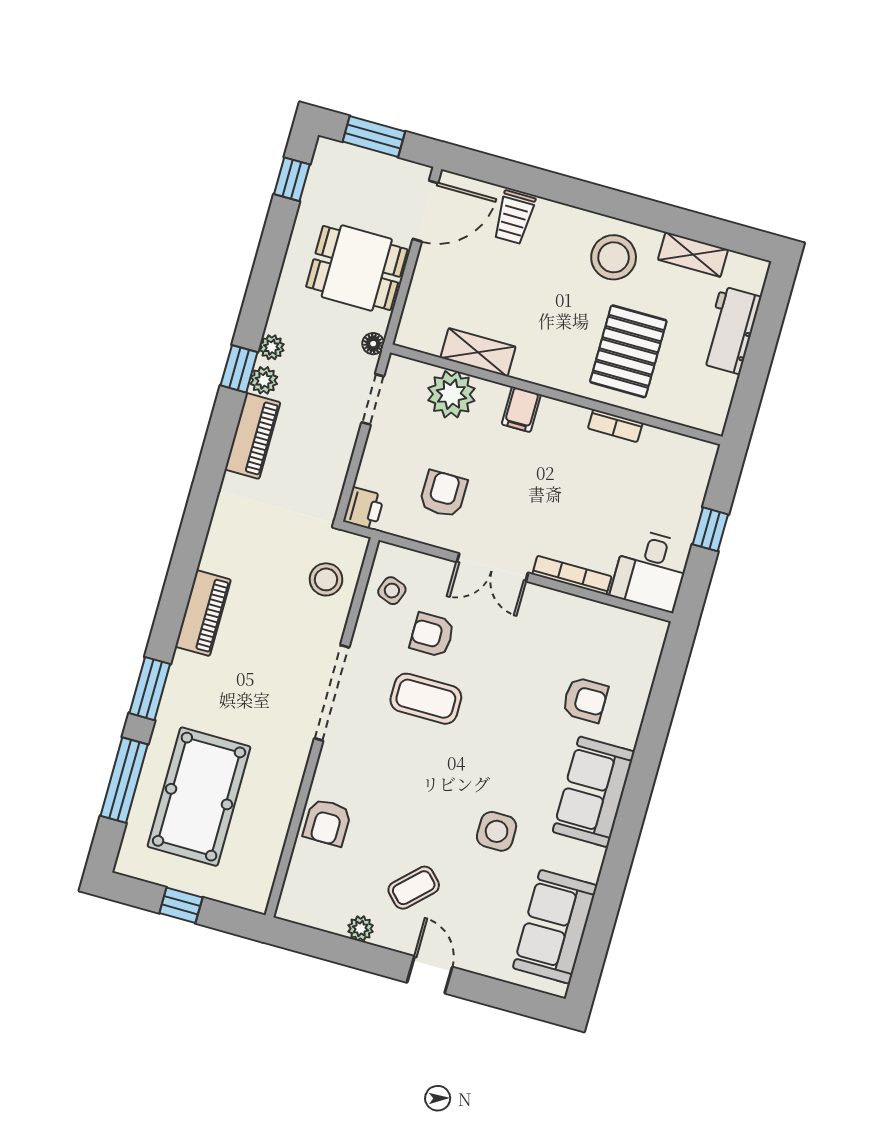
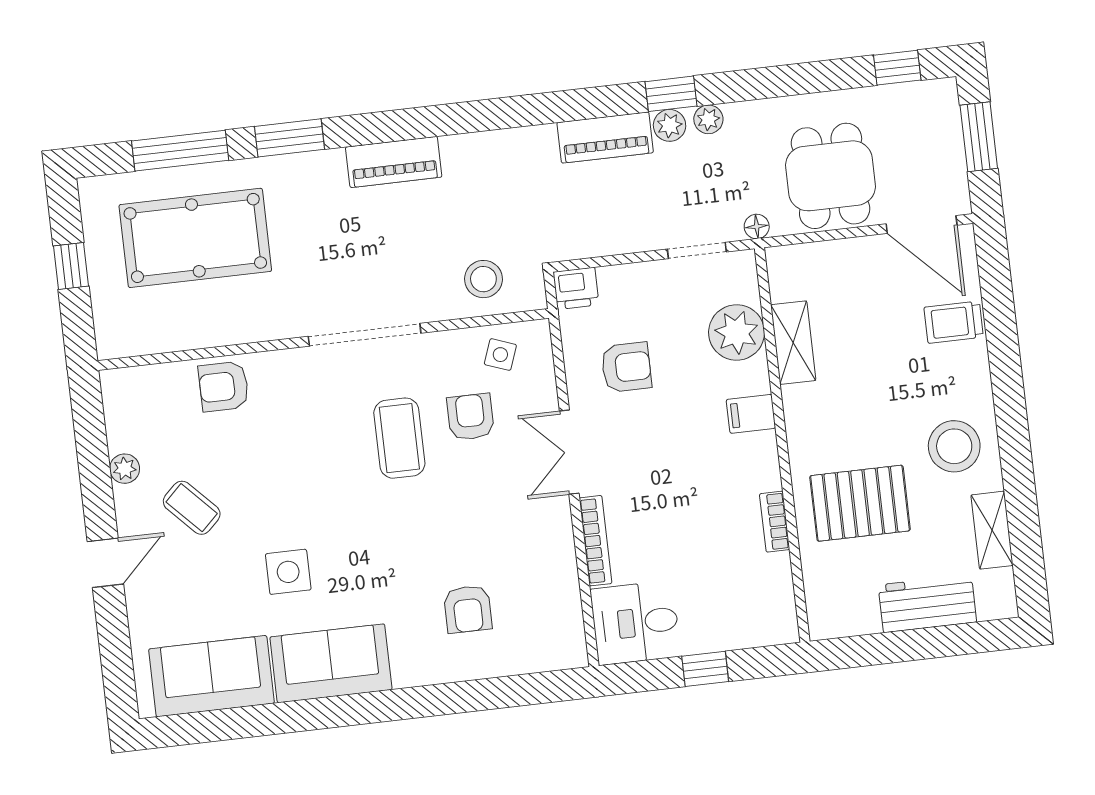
sofa: (594, 792) -> (331, 663), moved

